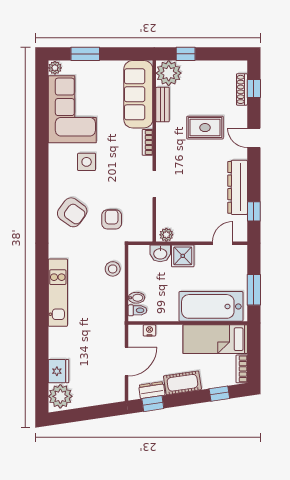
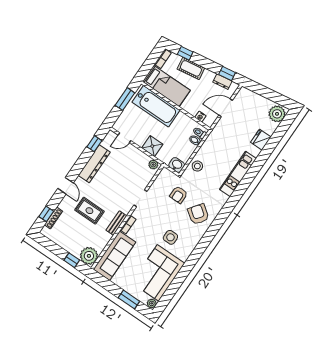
bench: (163, 105) -> (116, 223), moved
washbasin: (160, 253) -> (177, 165), moved
fridge: (58, 371) -> (261, 140), moved
cot: (182, 383) -> (191, 68), moved

